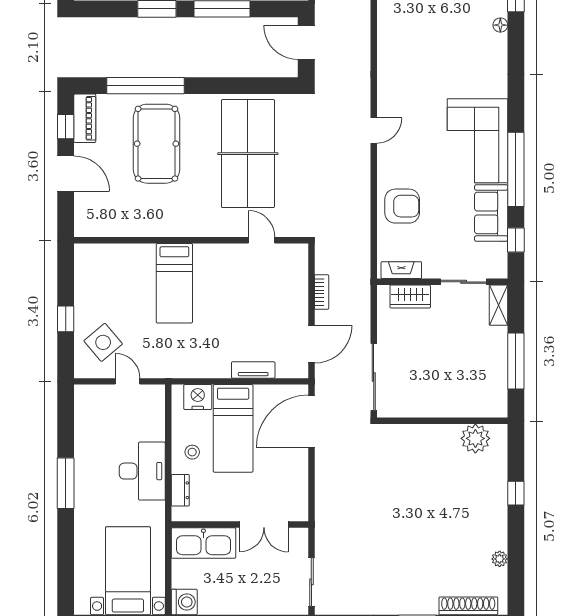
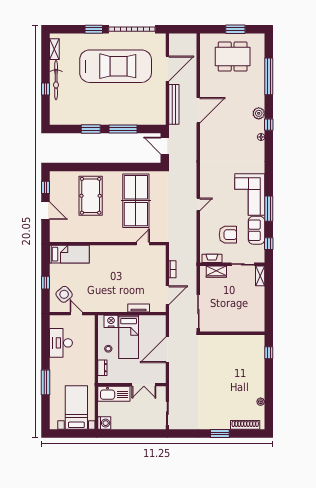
window: (146, 86) -> (85, 167), removed
piano: (85, 118) -> (55, 183), removed
door: (374, 130) -> (198, 204), moved
window: (516, 169) -> (269, 209), width x0.68
armchair: (402, 206) -> (228, 235), moved
door: (262, 240) -> (143, 244), hinge flipped
bed: (174, 283) -> (69, 254), moved, turned -90
window: (516, 361) -> (269, 304), removed
door: (311, 421) -> (167, 350), moved
plant: (475, 438) -> (249, 342), removed
desk: (142, 471) -> (61, 343), moved, turned 180
window: (66, 483) -> (45, 382), moved
window: (516, 493) -> (269, 353), moved

